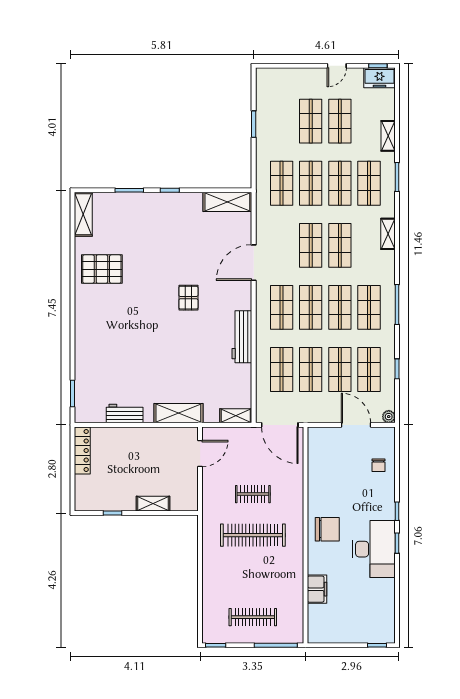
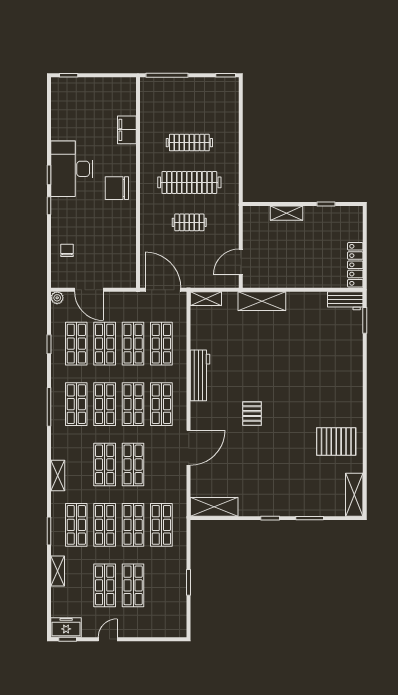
workbench: (125, 414) -> (345, 301), moved
clothes rail: (253, 617) -> (189, 143), moved

